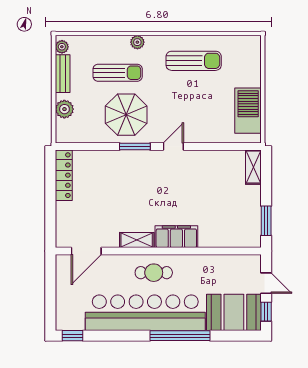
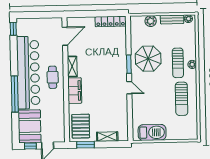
sun lounger: (118, 73) -> (178, 63), moved
shelving: (253, 167) -> (107, 137), moved
pallet: (235, 228) -> (81, 126), added
door: (86, 251) -> (65, 36), swing flipped

